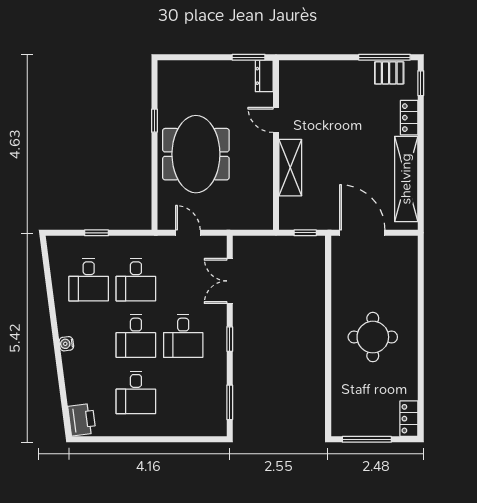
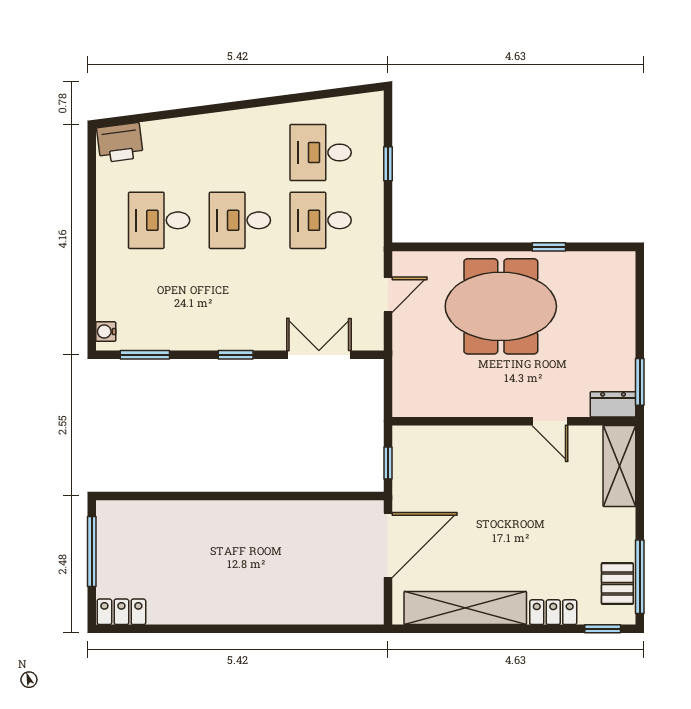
door: (276, 120) -> (550, 421), swing flipped
shelving: (290, 168) -> (619, 466), moved, turned 90
desk: (183, 336) -> (240, 288), removed
round table: (373, 337) -> (239, 560), removed
water cooler: (66, 344) -> (106, 332), moved, turned -83

